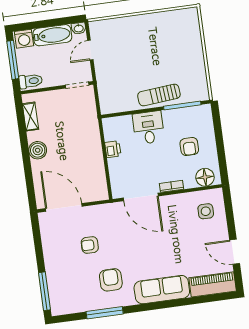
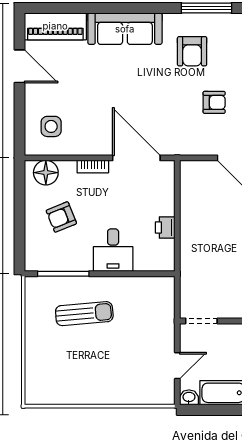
sun lounger: (159, 95) -> (84, 314), moved
armchair: (189, 147) -> (61, 217), turned -112

